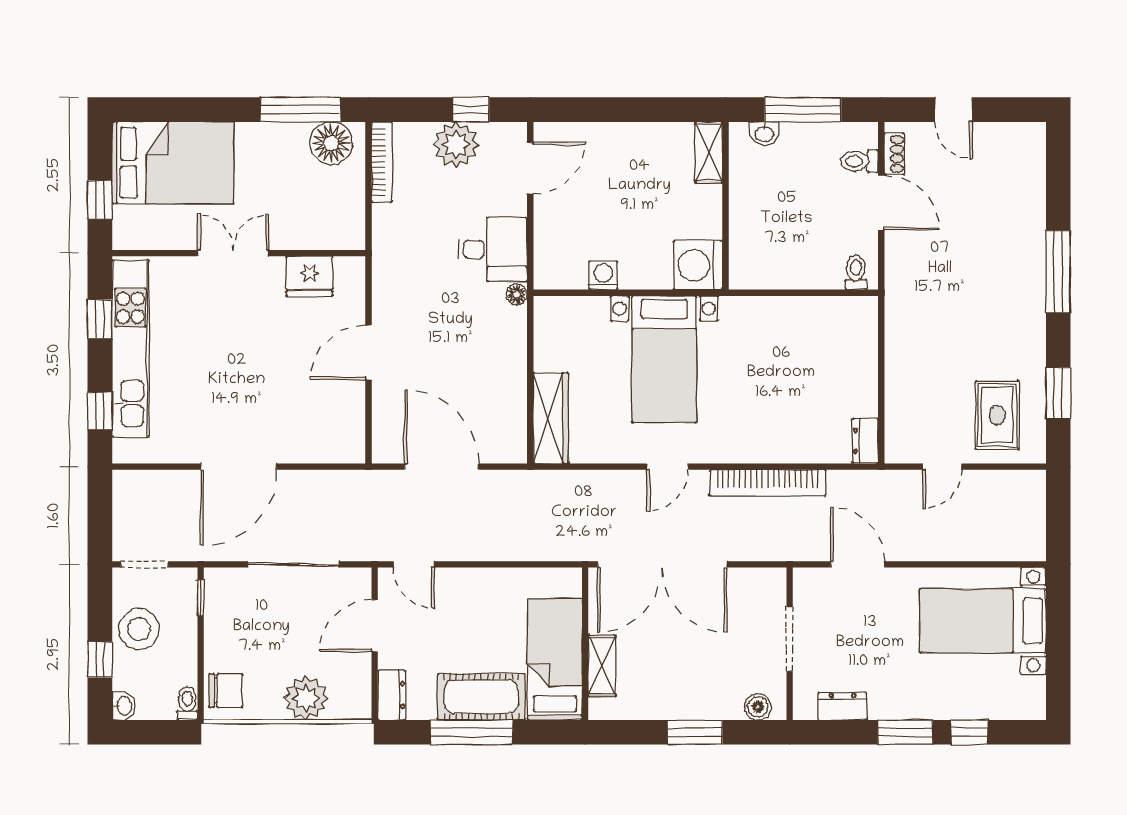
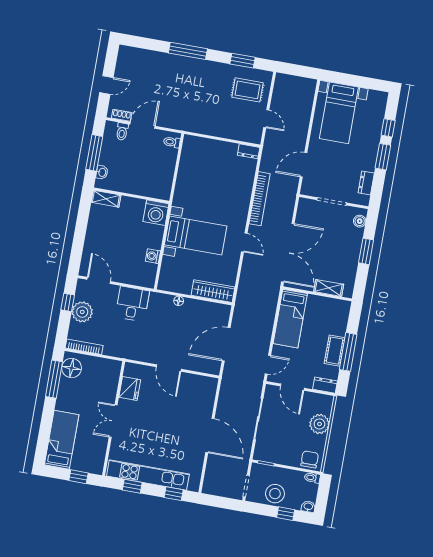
bed: (173, 163) -> (62, 440), width x0.67
floor lamp: (517, 294) -> (179, 301), moved
bed: (555, 659) -> (290, 319), moved, turned -90
cot: (481, 697) -> (335, 351), width x0.73, depth x0.75

